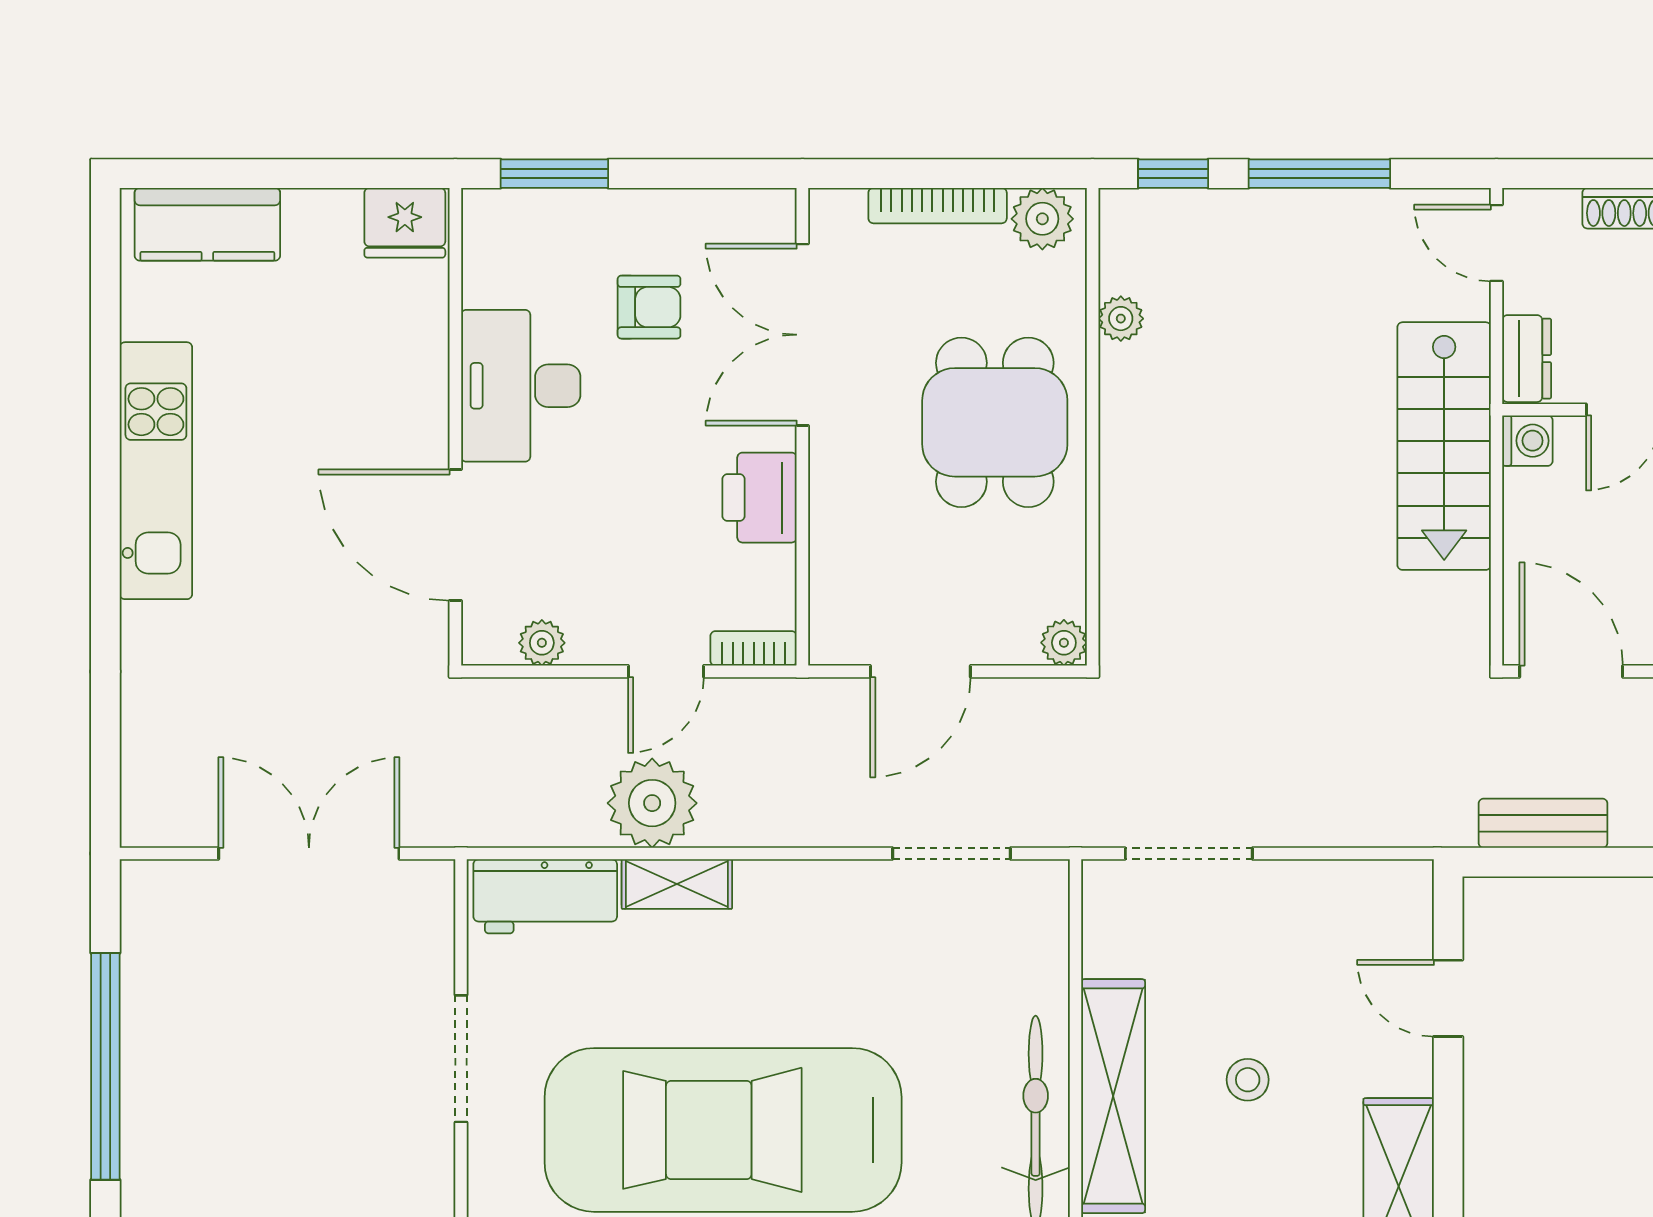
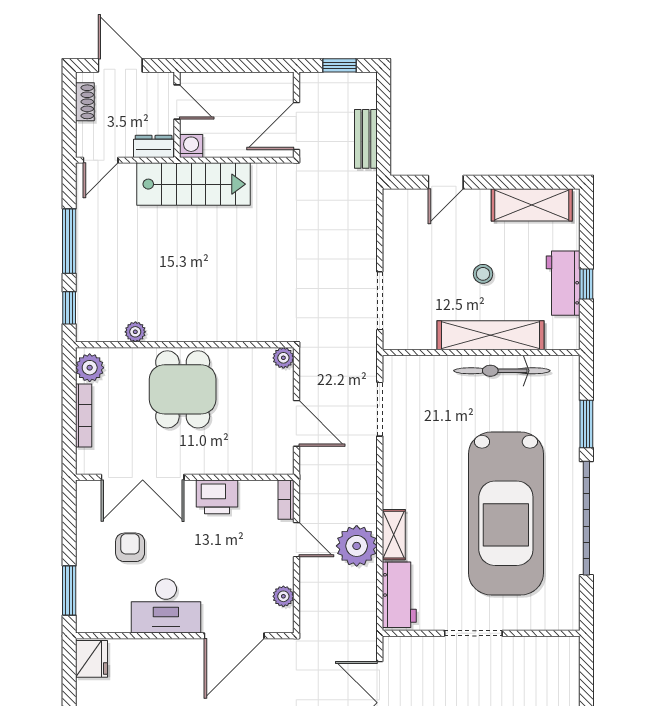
dining table: (995, 422) -> (183, 389), turned 90

